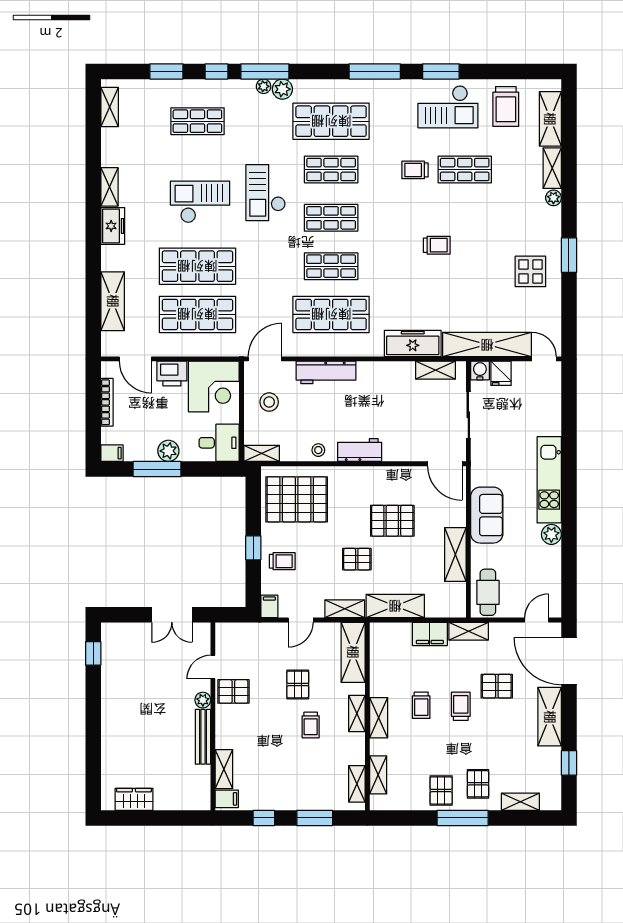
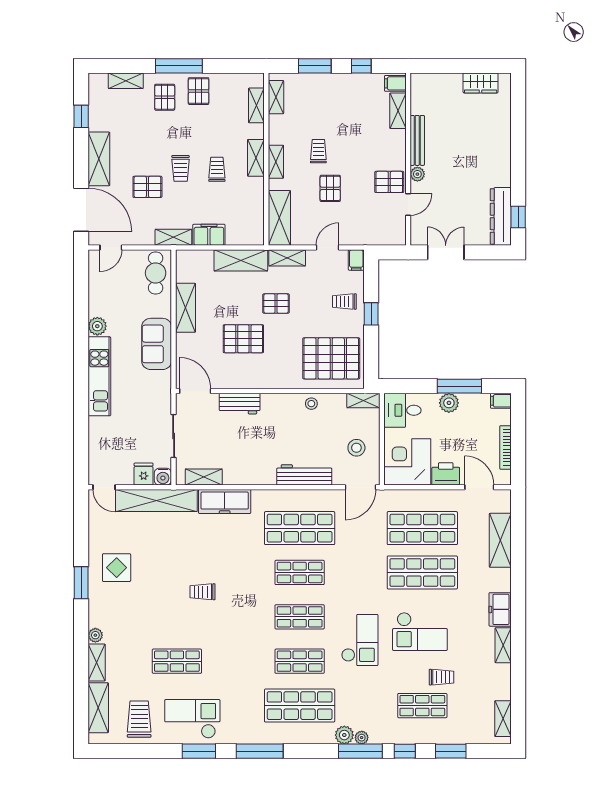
trolley: (415, 170) -> (442, 677), moved
workbench: (360, 450) -> (240, 404), moved
dresser: (112, 654) -> (501, 216), added

